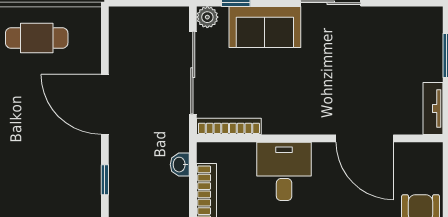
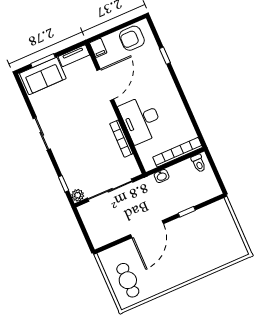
sofa: (265, 27) -> (43, 76), moved, turned 90
bookcase: (229, 126) -> (121, 139), moved
filing cabinet: (429, 153) -> (98, 48), added
desk: (284, 171) -> (141, 120), width x1.37

